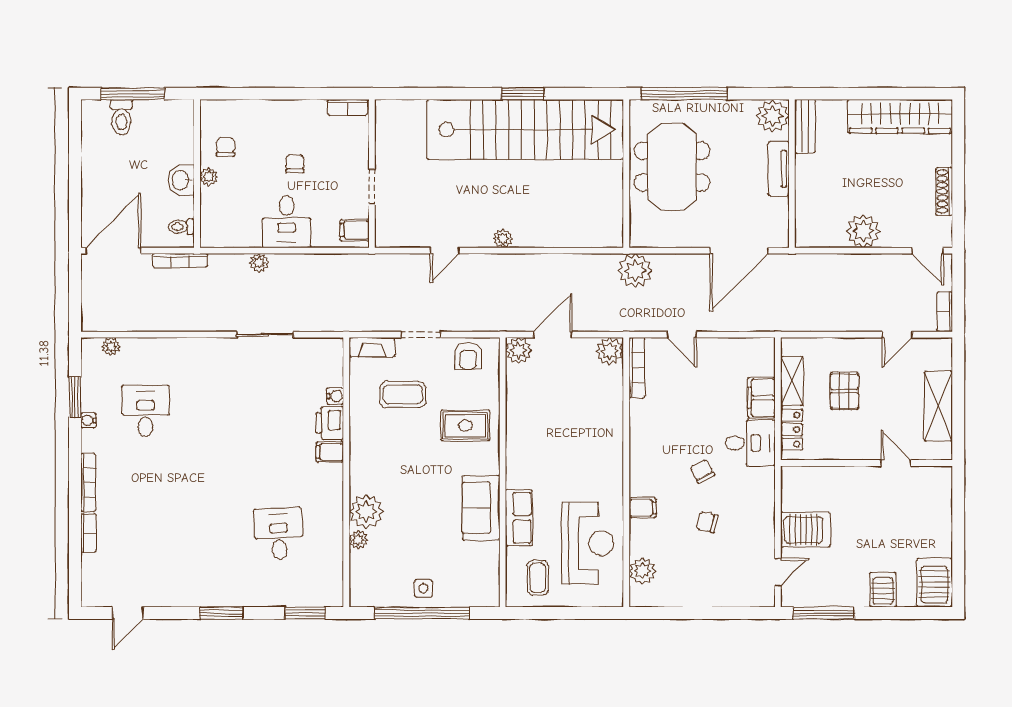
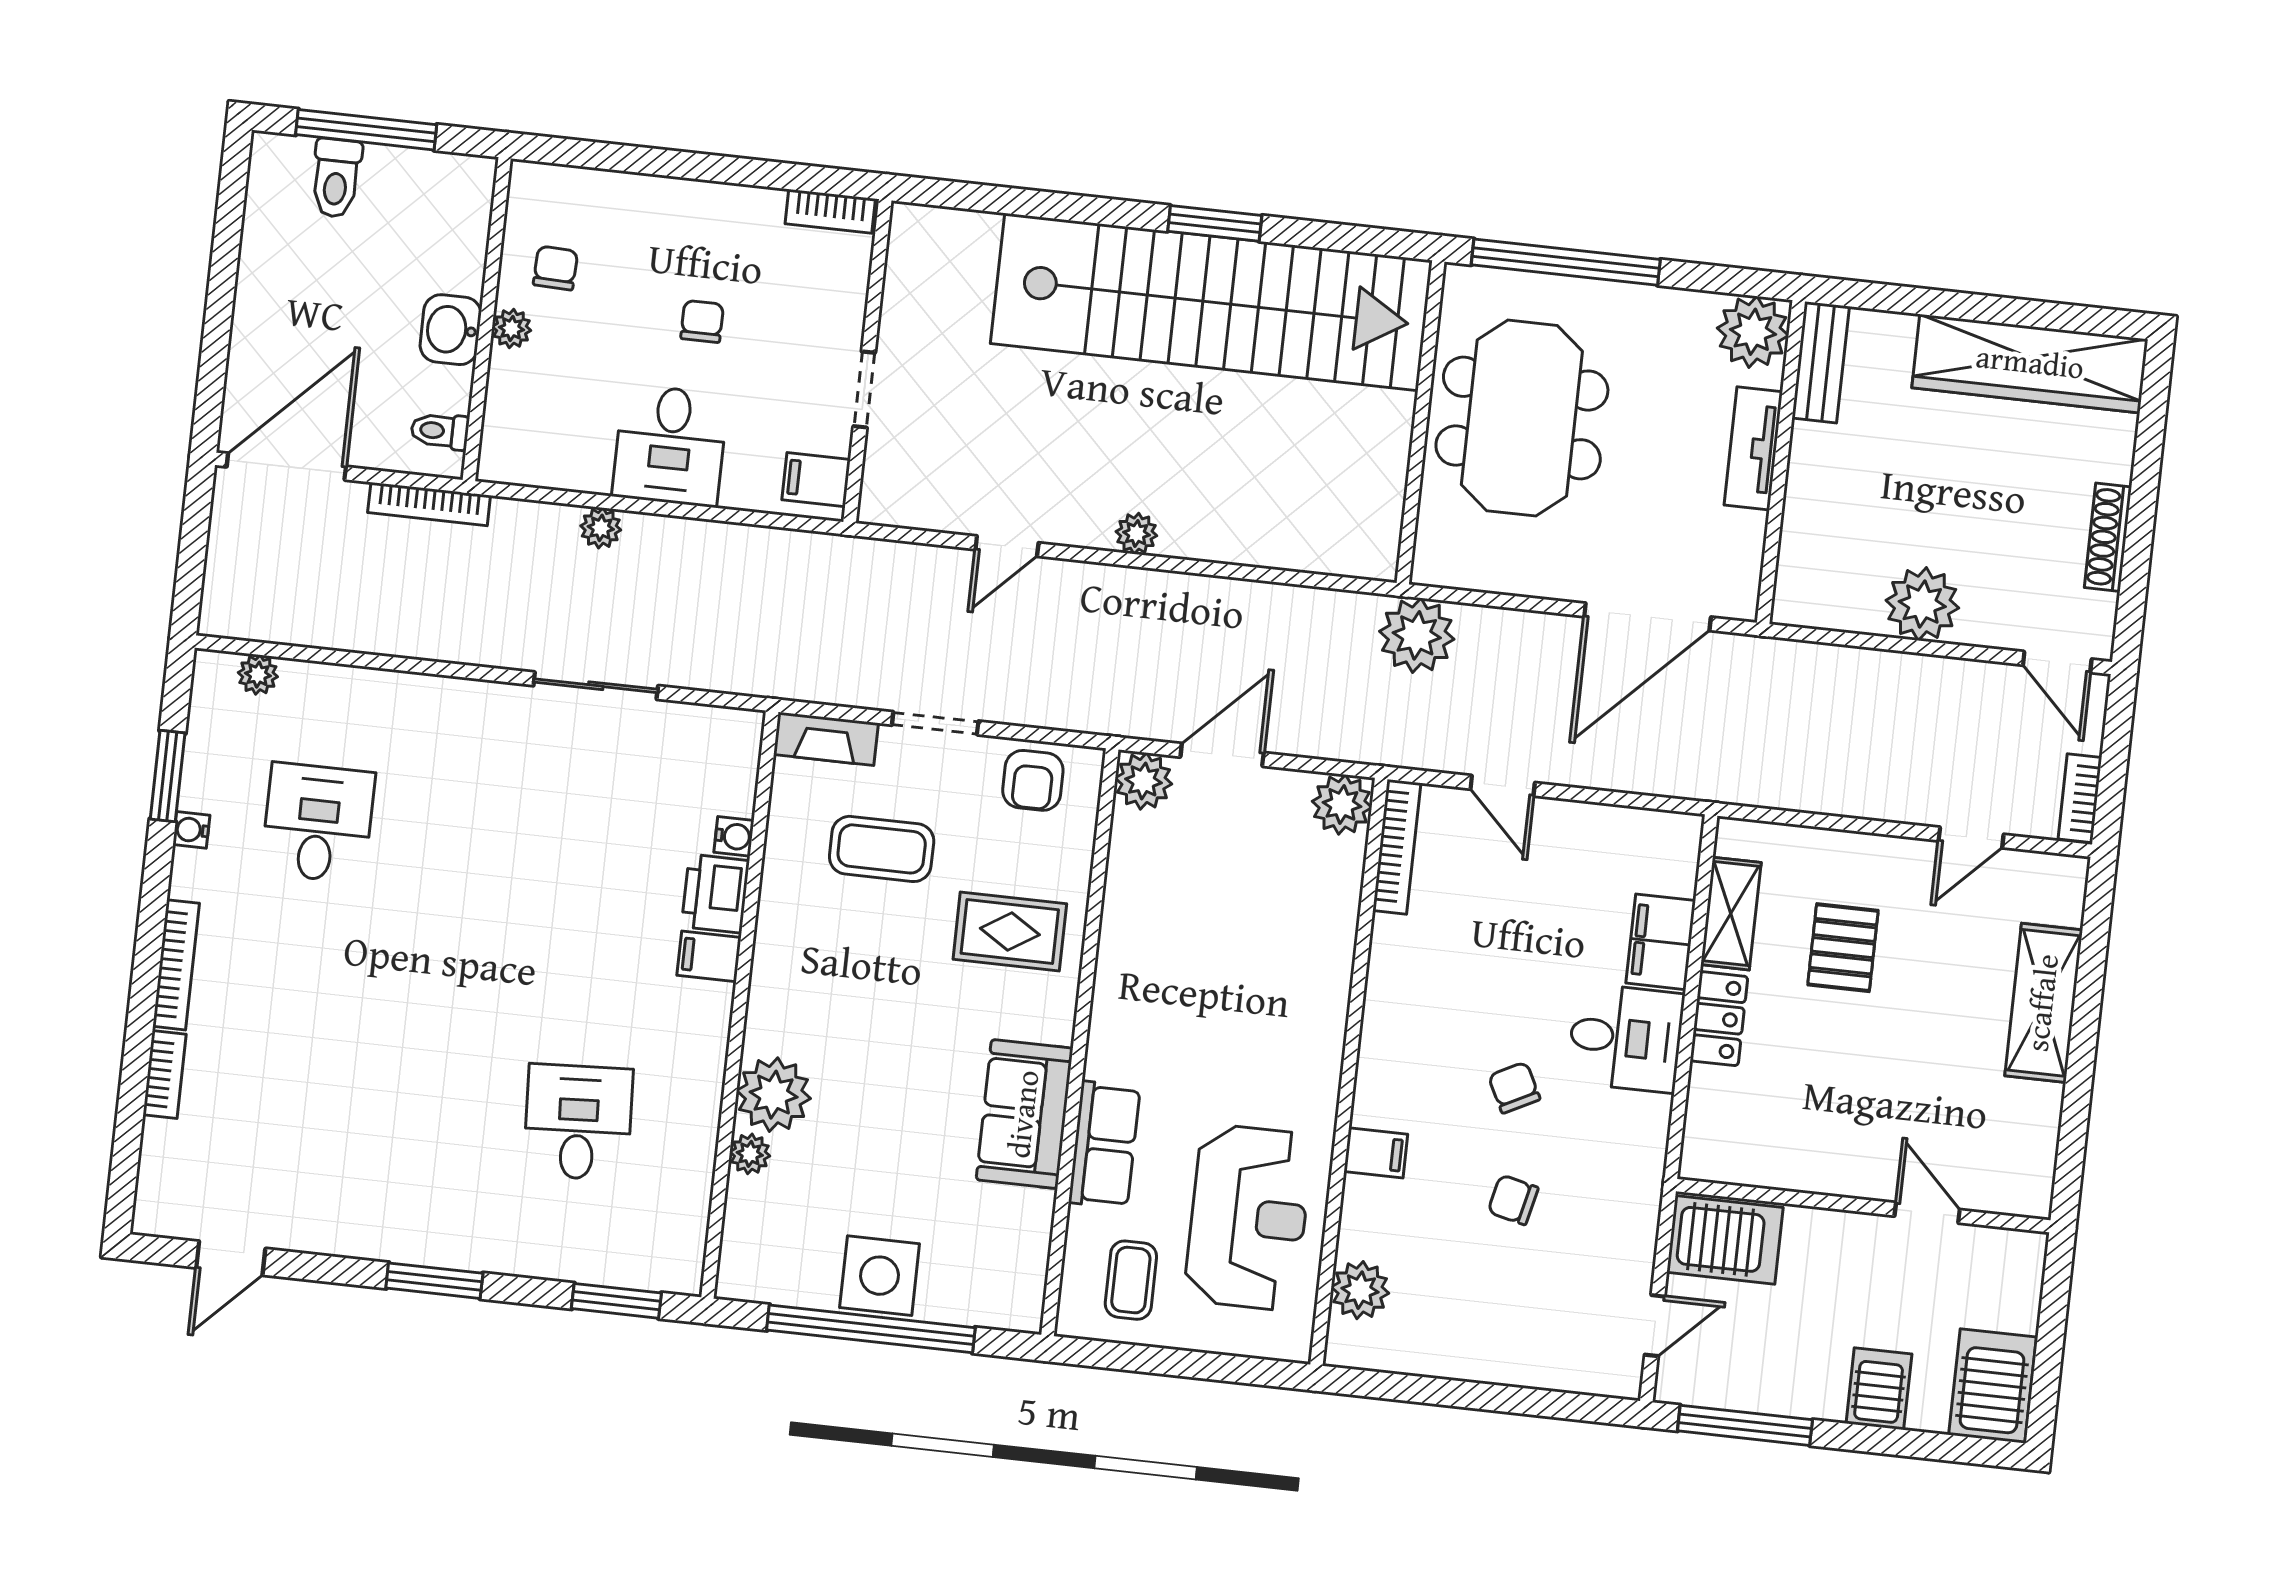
wall: (867, 463) -> (1863, 1206), moved
door: (896, 463) -> (1927, 1213), moved
side table: (423, 588) -> (880, 1276), width x1.87, depth x1.87

